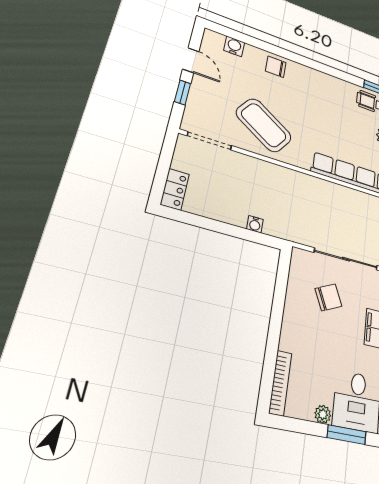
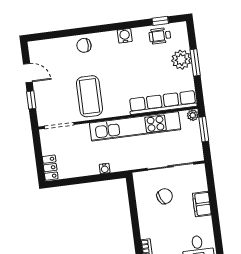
water cooler: (234, 46) -> (125, 36), moved
coffee table: (264, 125) -> (89, 96), turned 56
kitchen unit: (313, 188) -> (135, 126), added

